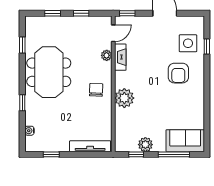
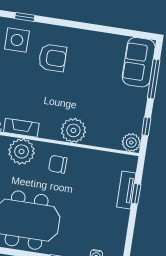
plant: (107, 55) -> (22, 151), width x1.87, depth x1.87
plant: (145, 145) -> (131, 142), moved
tv unit: (90, 146) -> (126, 190), width x0.71
window: (51, 154) -> (136, 194), moved

